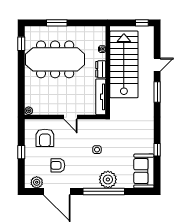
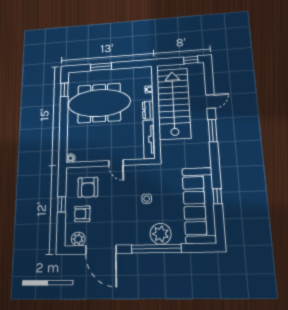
armchair: (58, 165) -> (82, 214), moved
sofa: (144, 171) -> (199, 205), width x1.85, depth x1.27

